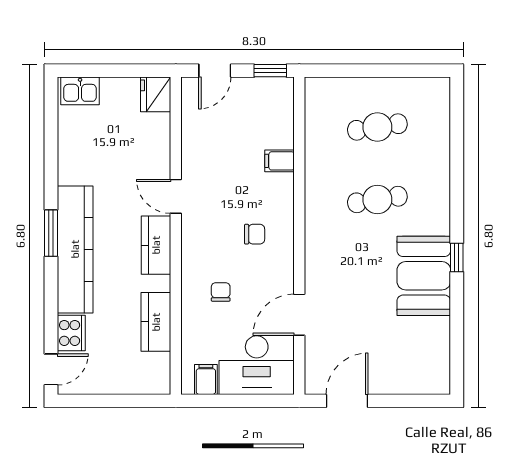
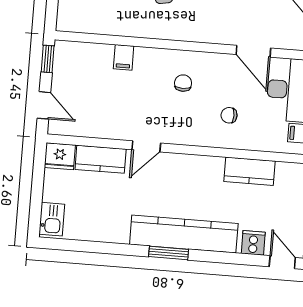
kitchen counter: (156, 245) -> (101, 159), moved
cooker: (71, 333) -> (253, 243), width x0.73

